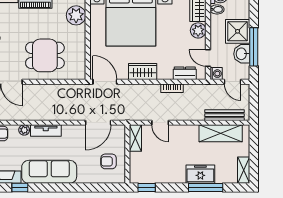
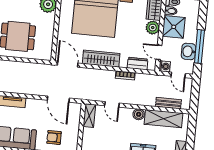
shower: (238, 31) -> (174, 27), moved
wardrobe: (143, 72) -> (101, 59), width x1.50
bench: (224, 115) -> (168, 103), width x0.73
door: (98, 123) -> (58, 99), hinge flipped
boiler: (192, 131) -> (139, 114), added
armchair: (109, 161) -> (54, 137), moved

